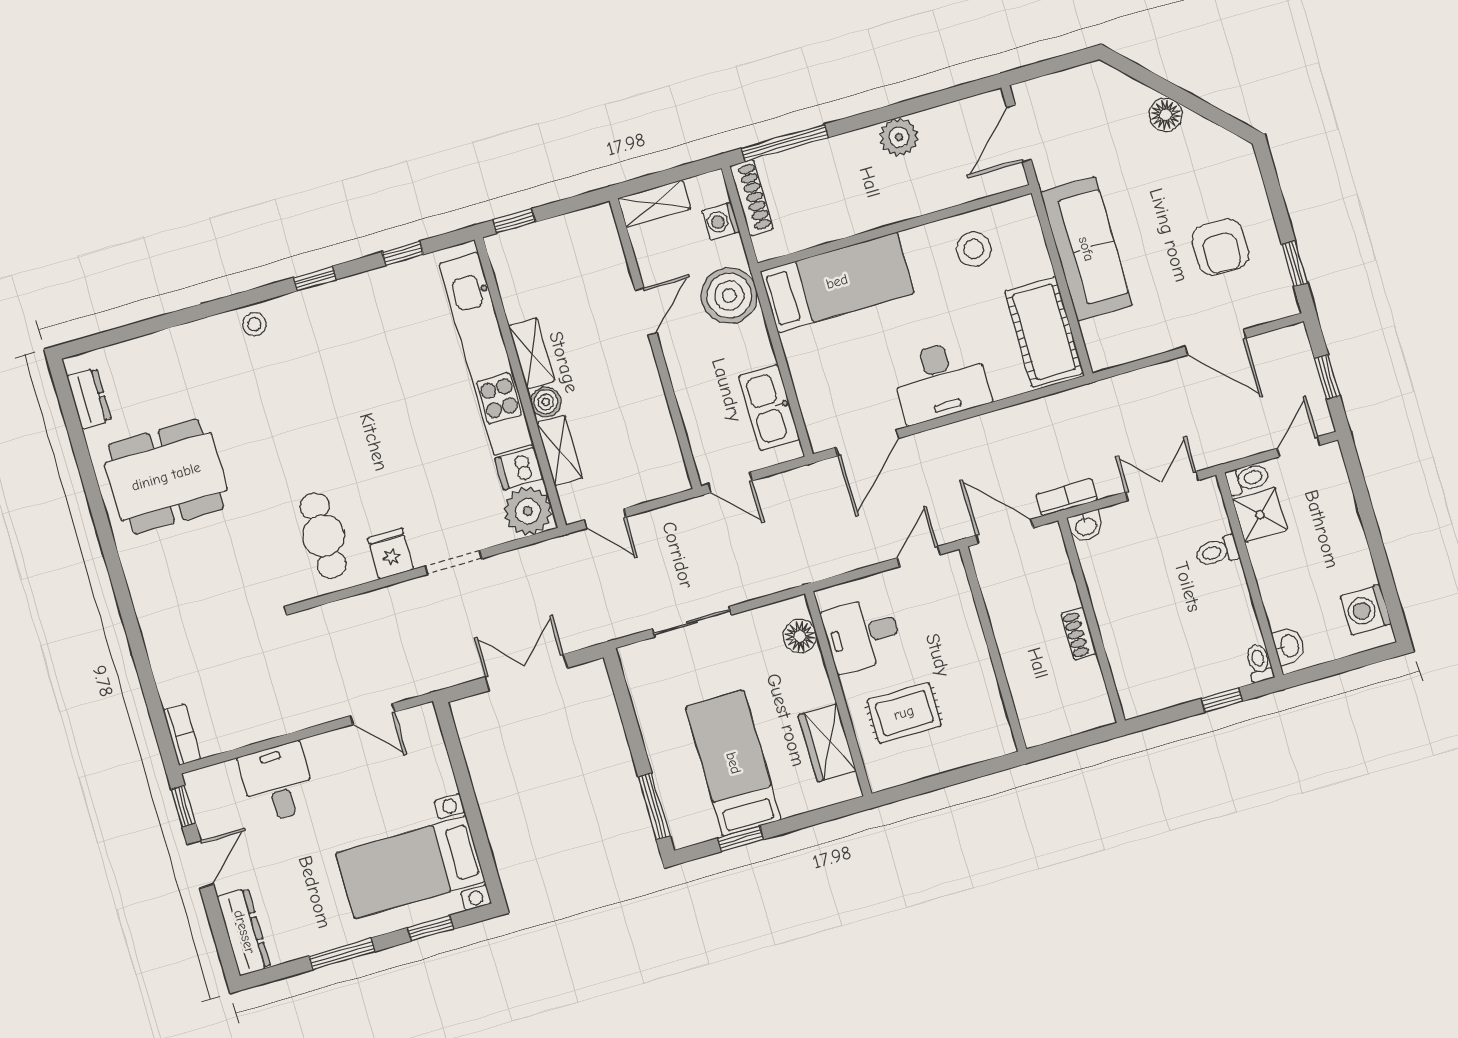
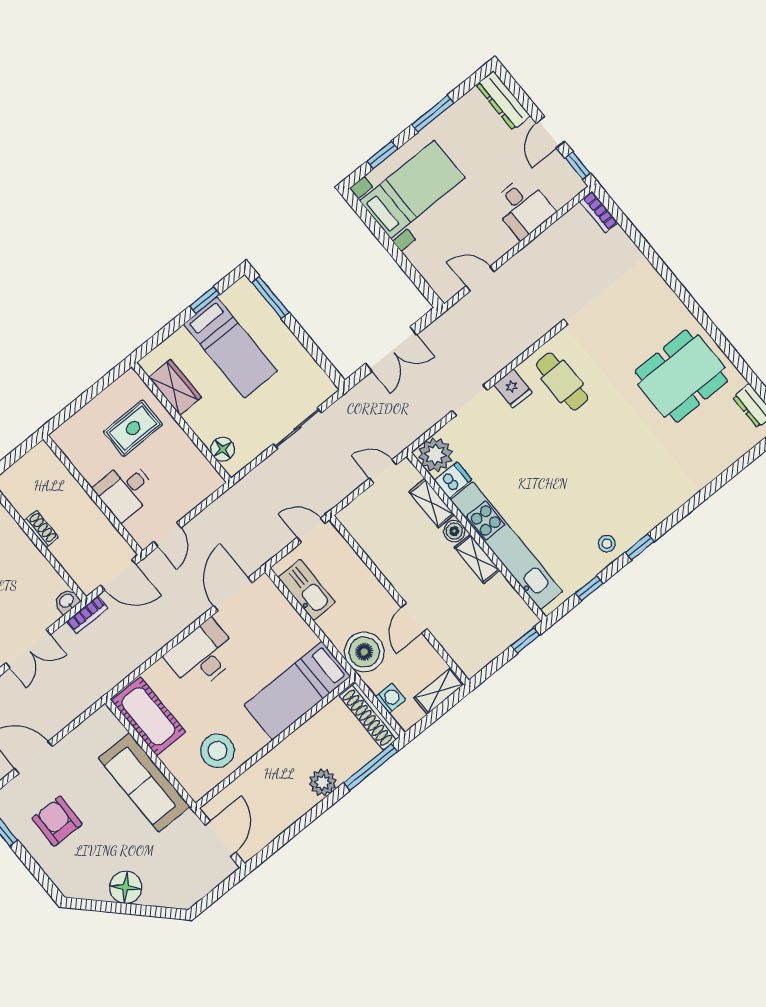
floor lamp: (1166, 115) -> (126, 887), width x1.38, depth x1.38
plant: (899, 137) -> (323, 782), moved
shoe rack: (752, 198) -> (370, 716), width x1.36, depth x1.24
stool: (974, 249) -> (218, 751), width x1.38, depth x1.38
stool: (254, 324) -> (607, 544), moved
desk: (862, 634) -> (125, 490), moved, turned 180

